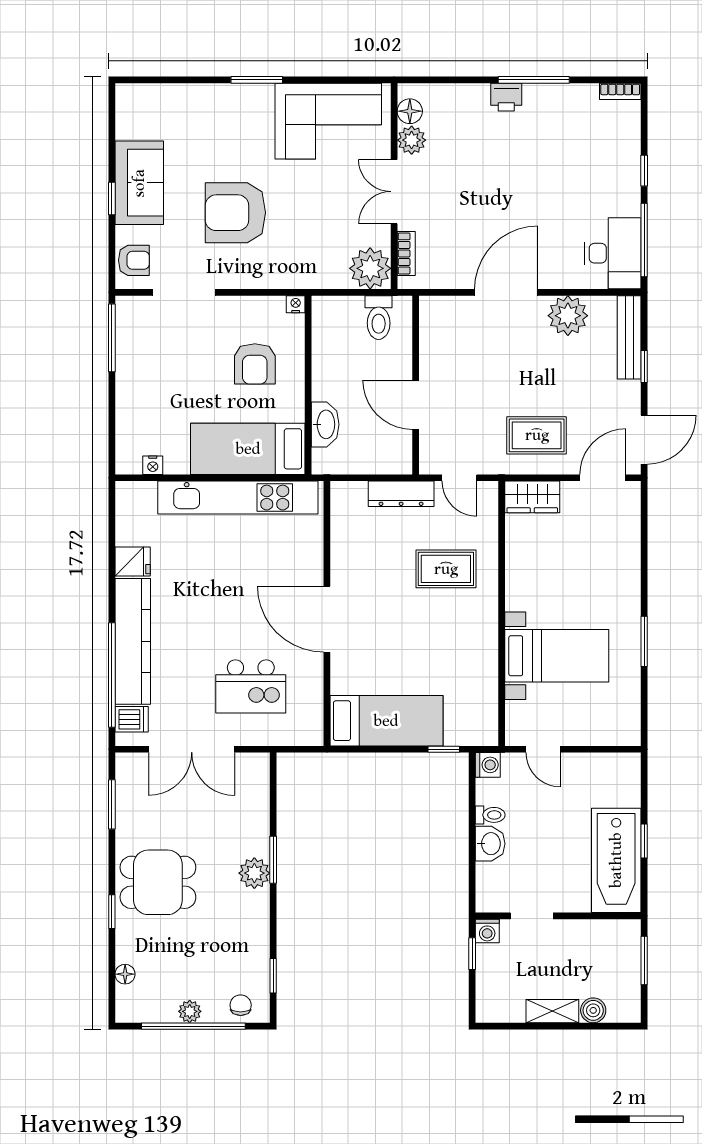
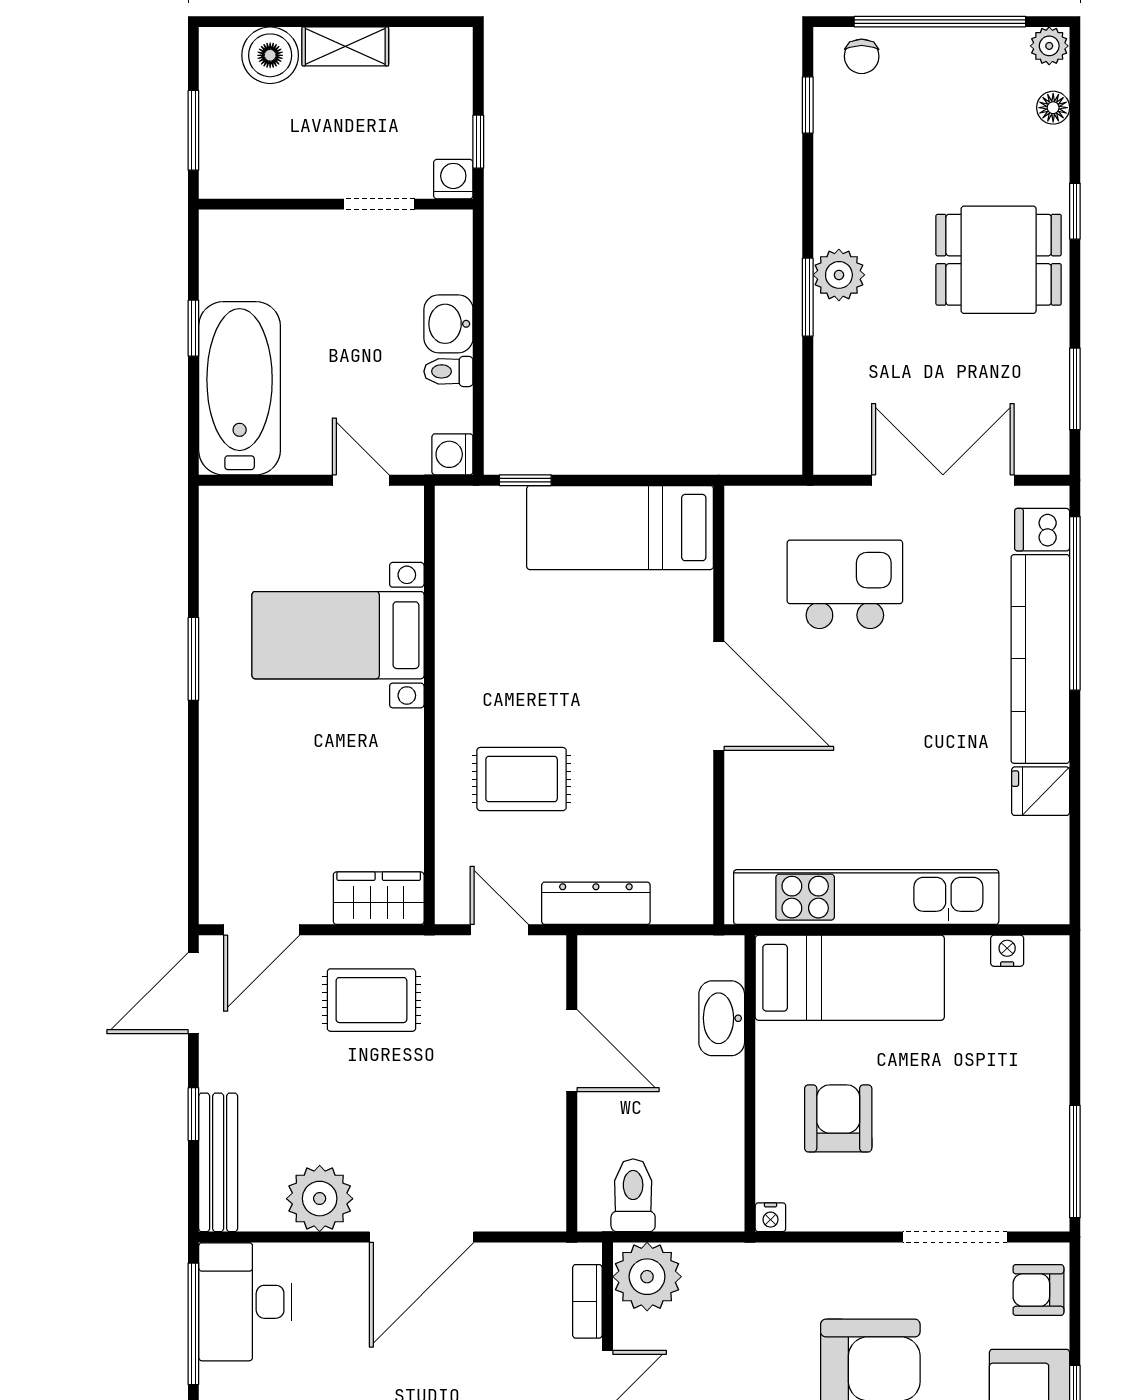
bathtub: (616, 860) -> (240, 388), moved
boiler: (593, 1010) -> (270, 55), width x1.36, depth x1.36
plant: (190, 1011) -> (1049, 46), moved

